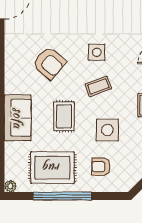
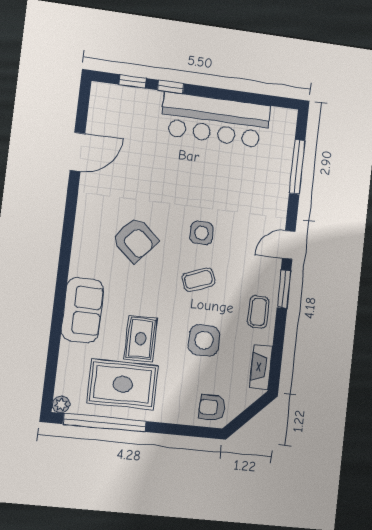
rug: (64, 116) -> (141, 339), moved
armchair: (101, 167) -> (212, 407), moved
window: (62, 196) -> (105, 423), moved

